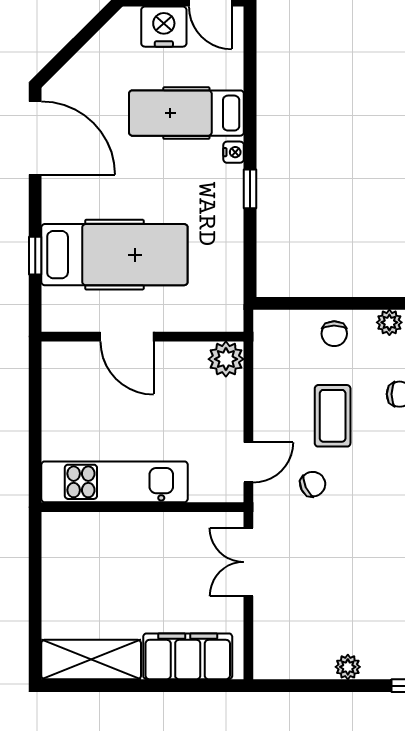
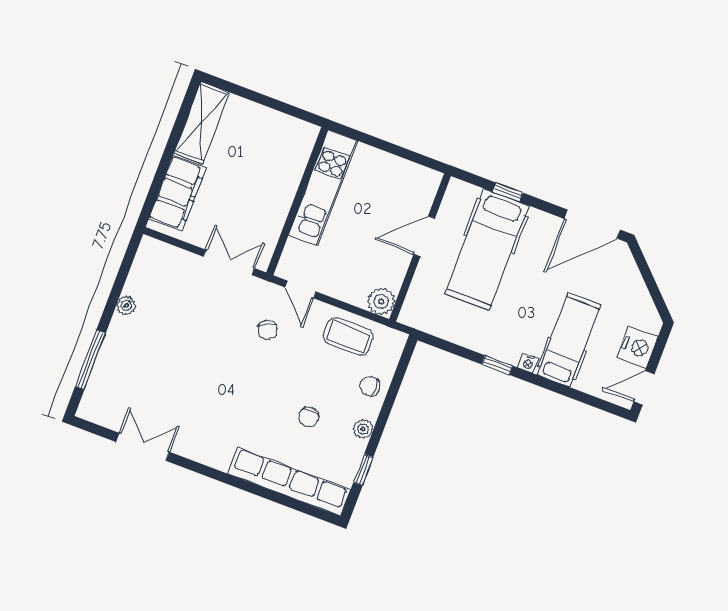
coffee table: (333, 416) -> (348, 336), moved

